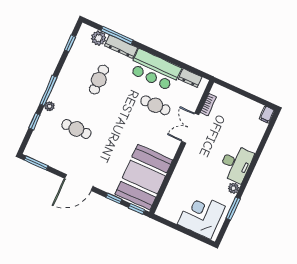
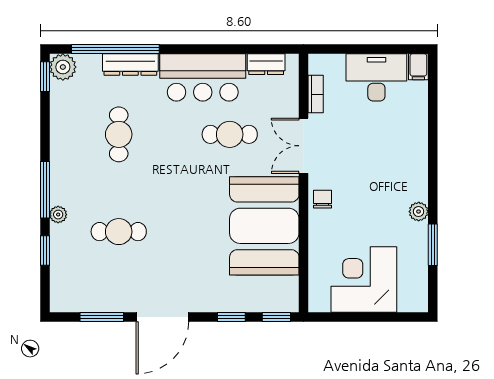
window: (117, 35) -> (115, 49), width x1.46
plant: (99, 38) -> (63, 67), moved
window: (70, 43) -> (45, 77), moved
chair: (188, 160) -> (323, 199), added
window: (36, 163) -> (102, 317), moved
desk: (236, 164) -> (376, 77), moved, turned -90
booth: (144, 177) -> (264, 226), moved
corner desk: (201, 215) -> (364, 279), moved

